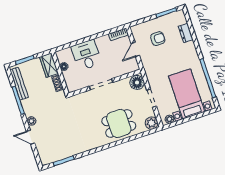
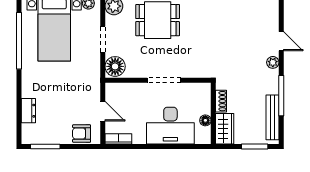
armchair: (158, 39) -> (82, 134), moved
door: (135, 49) -> (103, 111), hinge flipped
desk: (86, 55) -> (170, 126), width x1.37

